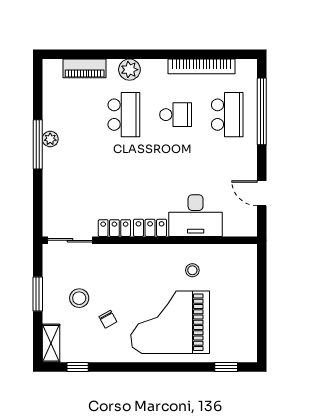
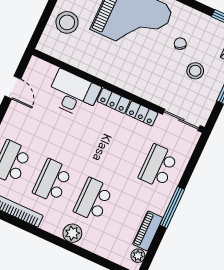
piano: (85, 68) -> (148, 231), moved, turned -90
school desk: (176, 115) -> (52, 181), width x1.85
plant: (50, 139) -> (138, 256), moved
school desk: (72, 181) -> (158, 166), added
stool: (192, 270) -> (67, 22), moved, width x1.89, depth x1.89

